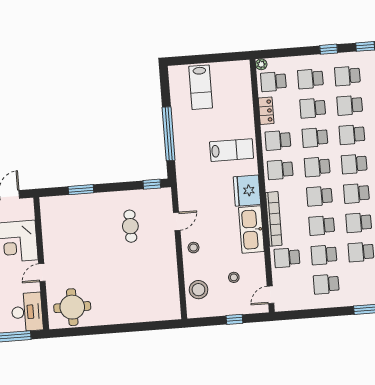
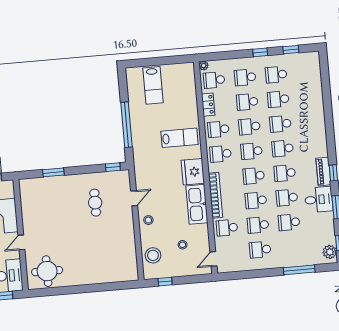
window: (234, 319) -> (165, 282), moved

